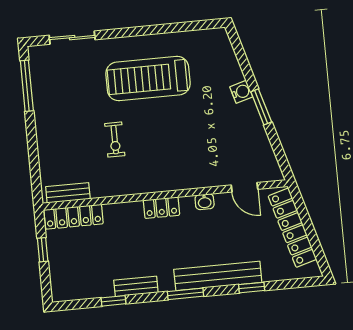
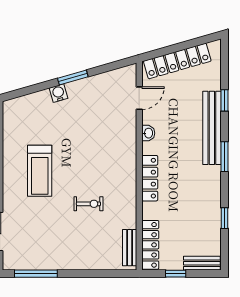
treadmill: (148, 79) -> (40, 171), width x0.73, depth x0.73
locker: (161, 208) -> (150, 178), width x1.53
bench: (136, 286) -> (202, 263), moved, turned 90

